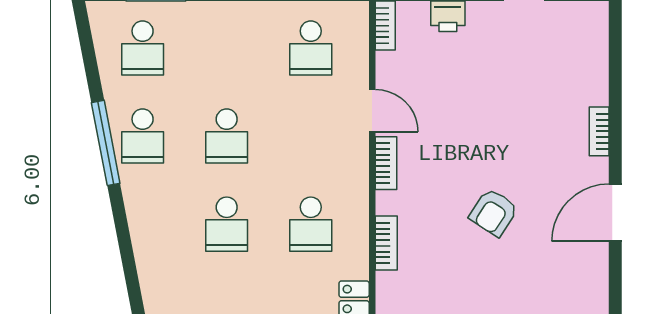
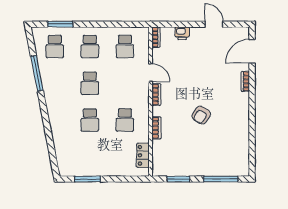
school desk: (143, 136) -> (90, 46), moved
window: (106, 143) -> (37, 73), moved
door: (615, 213) -> (252, 51), moved

